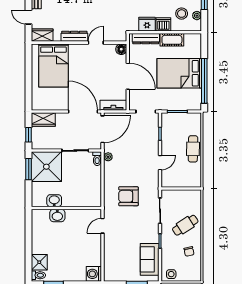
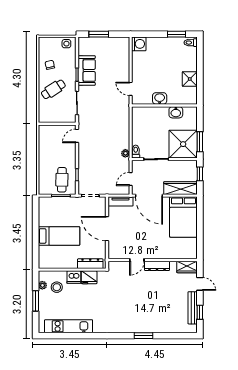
cot: (172, 40) -> (66, 263), removed
floor lamp: (121, 49) -> (113, 254), removed
bed: (53, 65) -> (183, 217), moved, turned 180
bed: (179, 73) -> (59, 236), width x0.67
window: (204, 81) -> (36, 224), removed
wardrobe: (43, 120) -> (181, 188), width x1.50
door: (103, 129) -> (131, 179), width x0.53
cafe table: (193, 149) -> (62, 180), moved
door: (160, 163) -> (77, 136), moved
armchair: (128, 196) -> (106, 116), removed
washbasin: (57, 215) -> (160, 98), moved
door: (103, 226) -> (131, 89), swing flipped
sofa: (150, 259) -> (87, 70), moved
shower: (39, 262) -> (190, 79), moved

